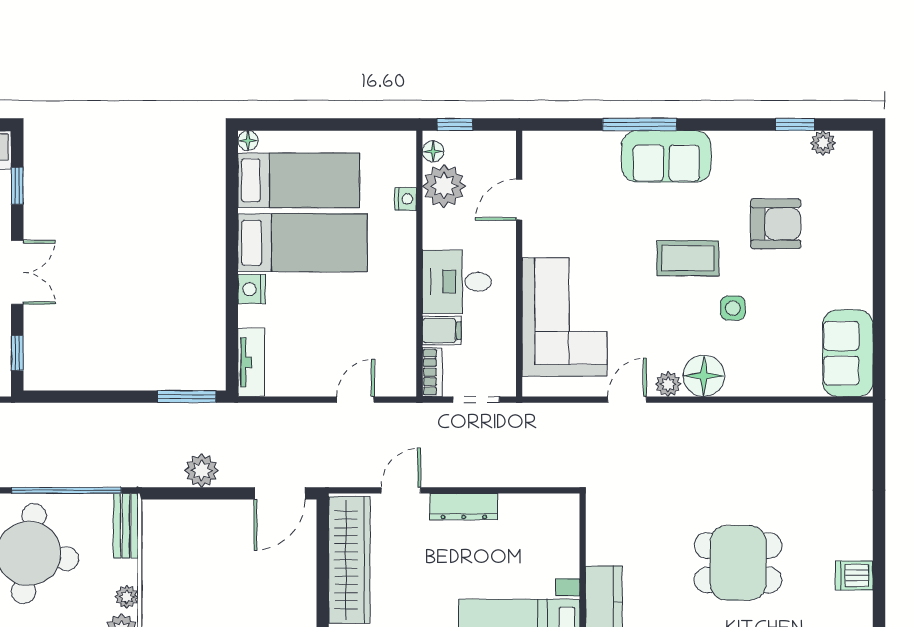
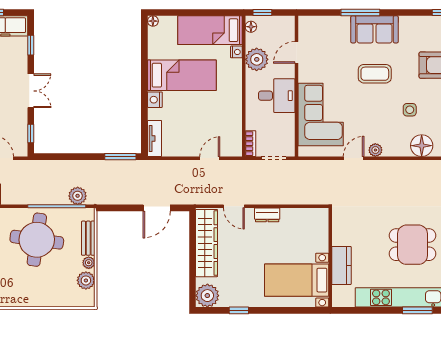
bed: (299, 180) -> (210, 30), moved, turned 180
plant: (444, 186) -> (257, 59), moved
coffee table: (688, 258) -> (375, 74), moved
desk: (457, 282) -> (277, 96), moved, turned 180
filing cabinet: (442, 331) -> (256, 122), removed
floor lamp: (704, 376) -> (422, 146), moved
plant: (202, 470) -> (78, 196), moved
door: (401, 490) -> (234, 206), swing flipped
door: (280, 493) -> (157, 208), moved
dresser: (464, 507) -> (267, 215), width x0.70
bench: (126, 526) -> (88, 238), moved

